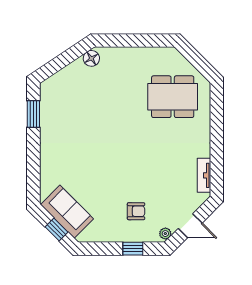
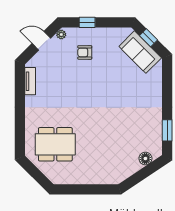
floor lamp: (91, 58) -> (145, 159), moved

